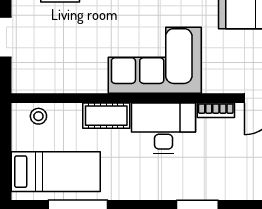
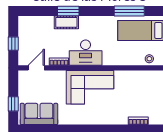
cot: (106, 116) -> (66, 22), moved

